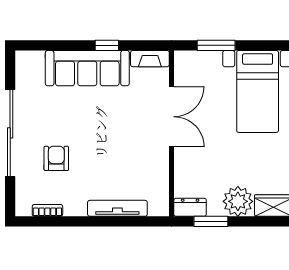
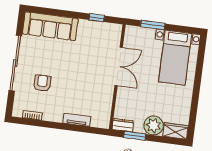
window: (107, 45) -> (97, 18), moved
fireplace: (150, 59) -> (110, 28), removed
sofa: (87, 68) -> (50, 26), moved
tv unit: (117, 208) -> (77, 120), width x0.71

